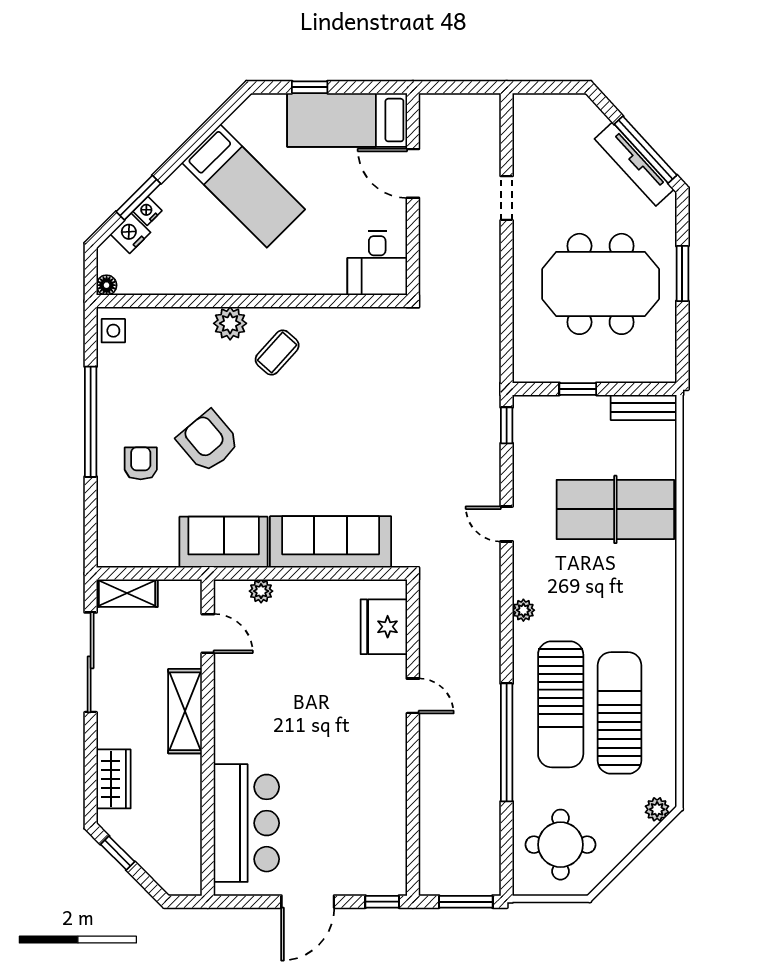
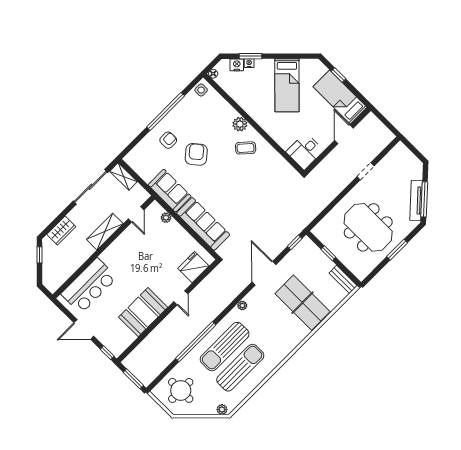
door: (507, 524) -> (264, 273), width x1.87
booth: (375, 779) -> (143, 312), added

